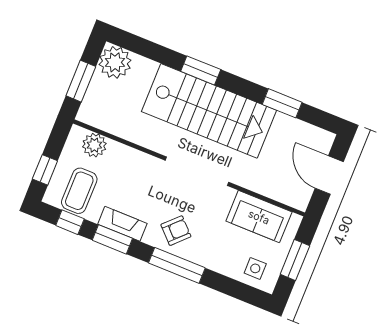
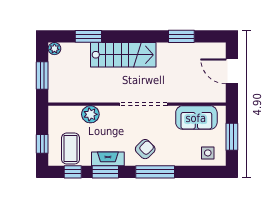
plant: (115, 62) -> (54, 49), width x0.53, depth x0.53
window: (201, 70) -> (88, 36), moved
stairs: (209, 111) -> (123, 55), width x0.73, depth x0.66
plant: (94, 145) -> (90, 114), moved

